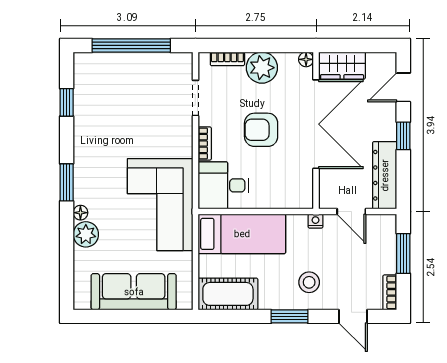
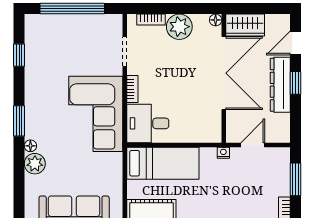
armchair: (261, 130) -> (179, 78), removed
dresser: (385, 175) -> (280, 85), moved
corner sofa: (160, 205) -> (96, 114), moved
door: (351, 212) -> (253, 145), swing flipped
stool: (309, 282) -> (218, 203), removed

